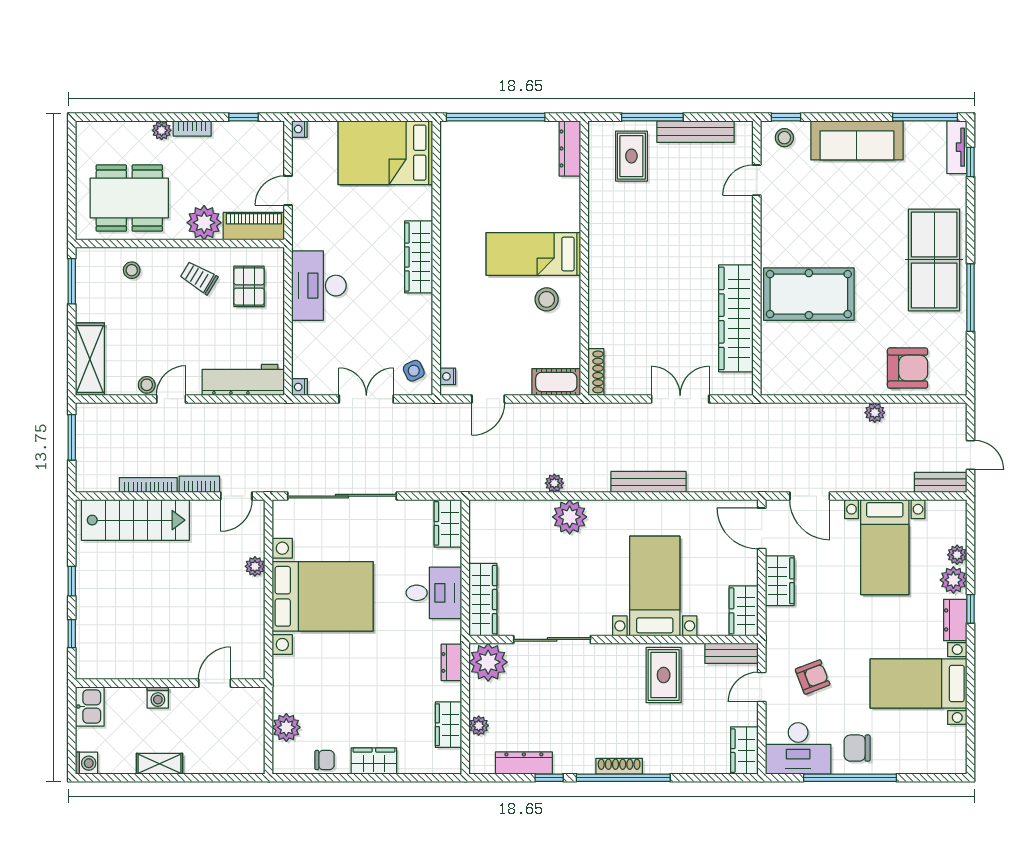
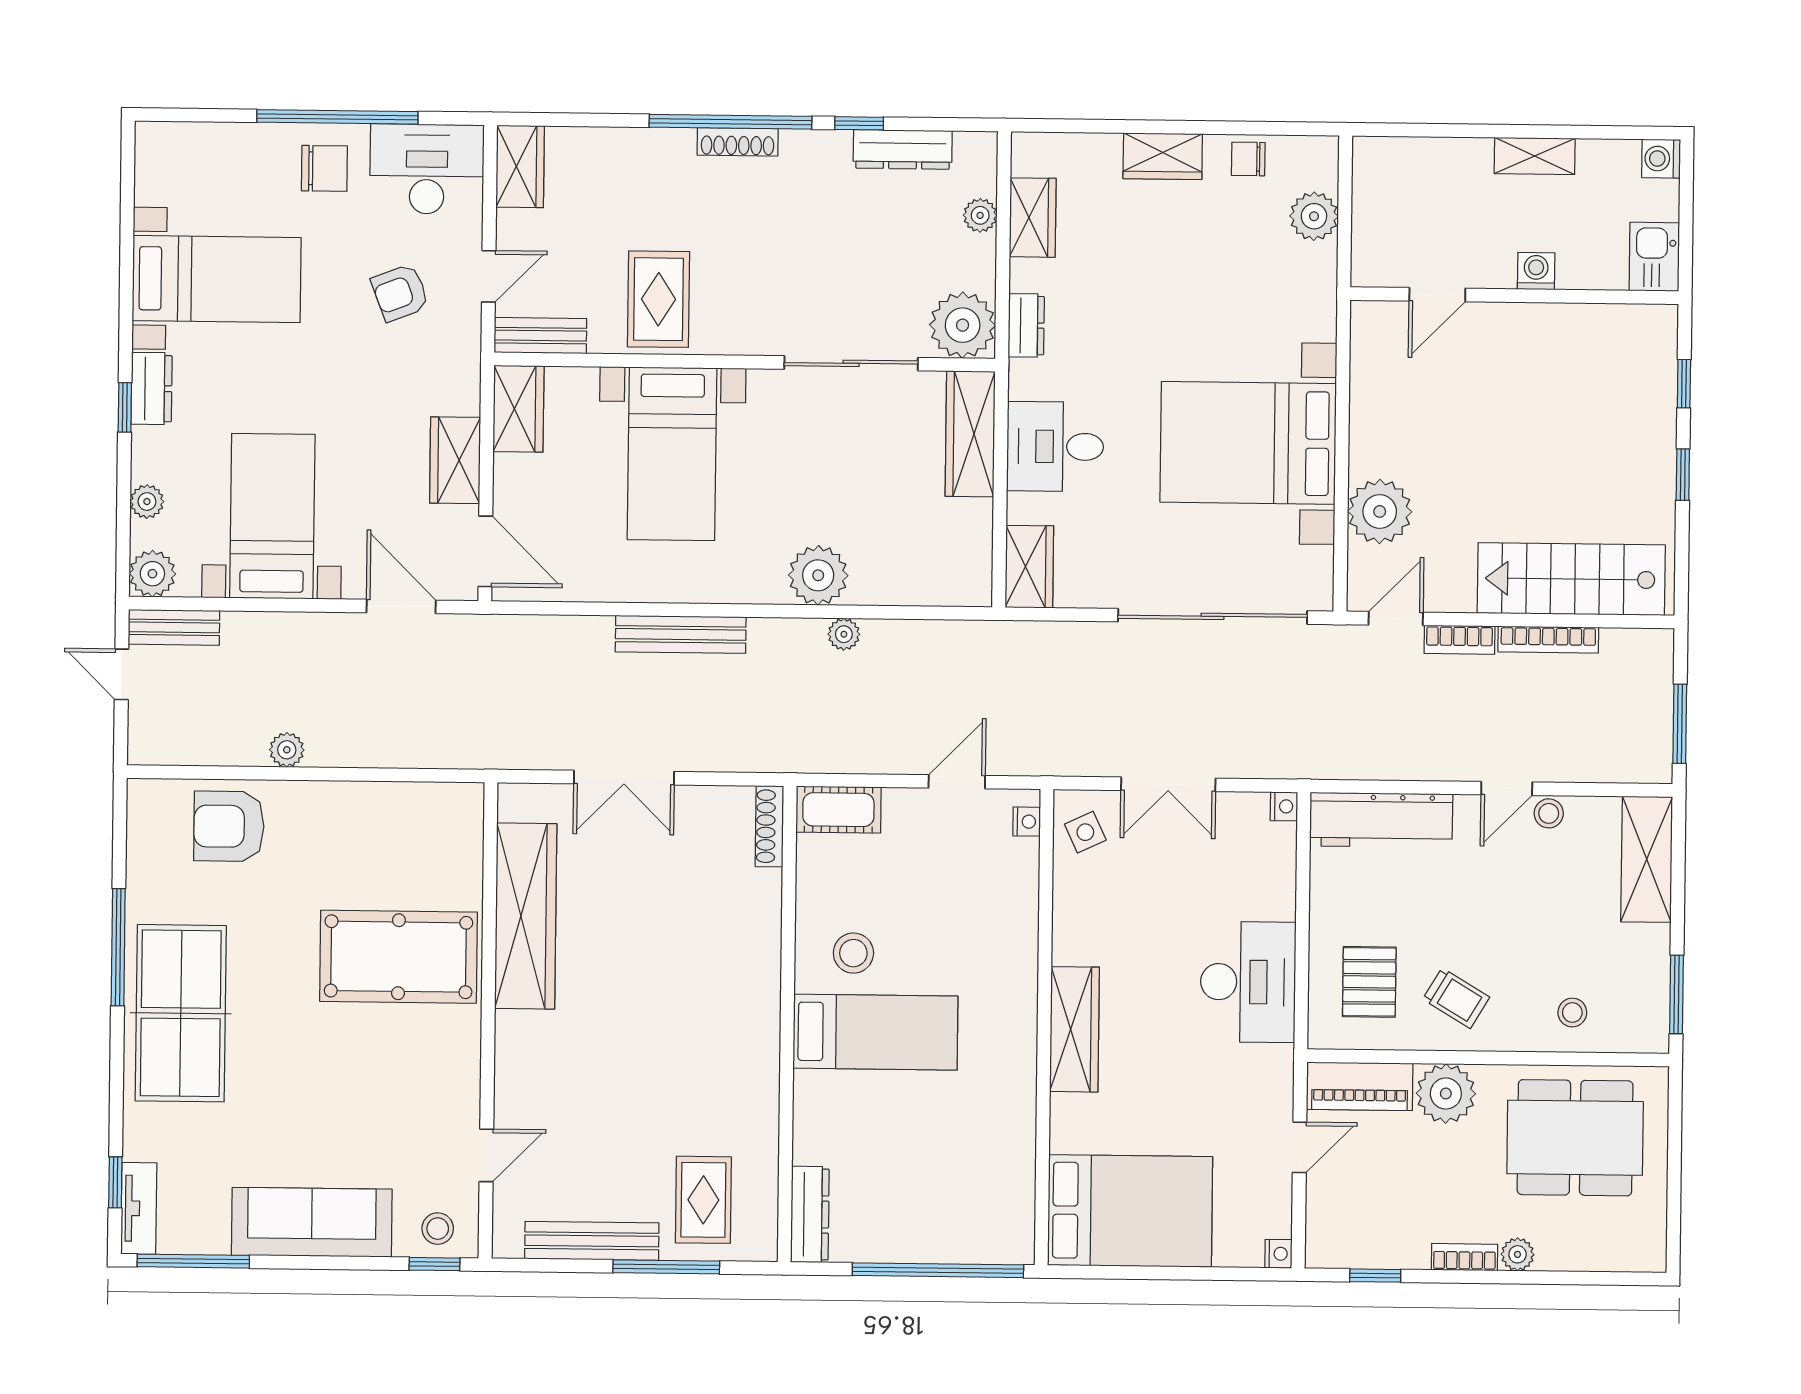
plant: (255, 566) -> (1380, 511), width x1.88, depth x1.88
plant: (953, 580) -> (152, 574), moved

